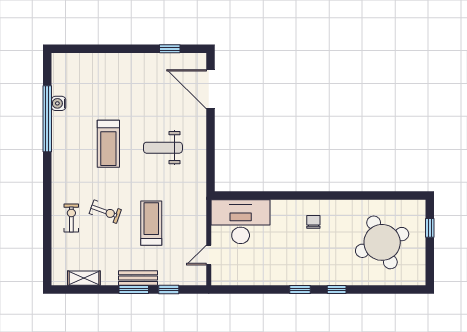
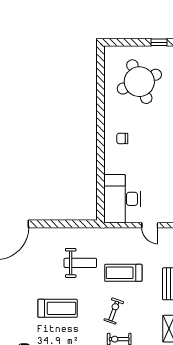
weight bench: (163, 148) -> (80, 263), moved, turned -90
window: (430, 228) -> (159, 42), moved

